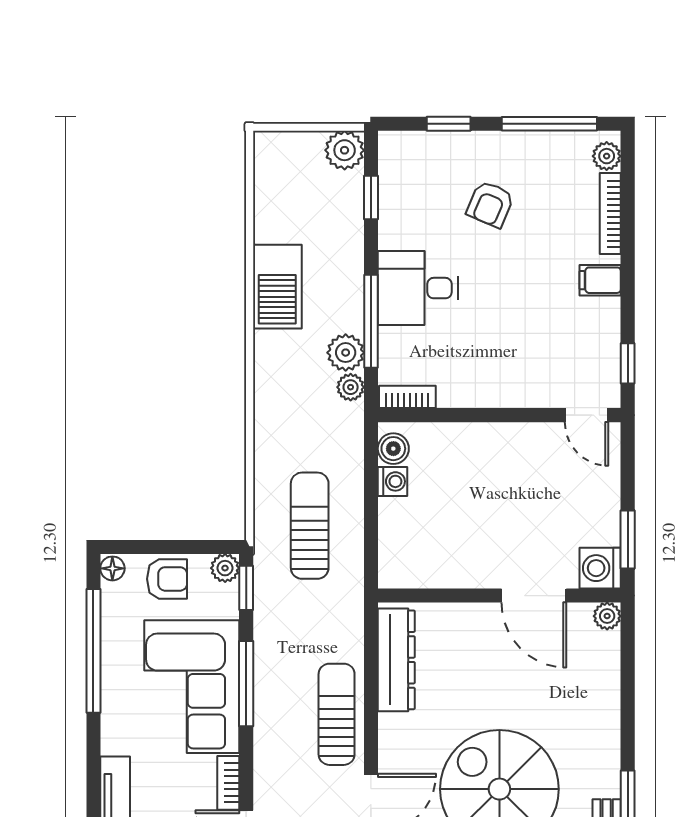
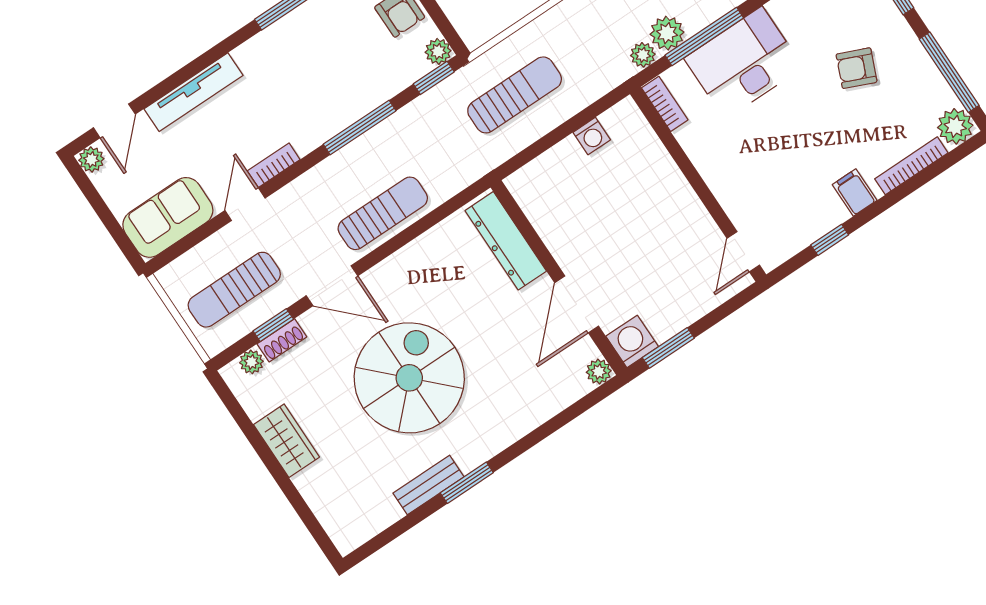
plant: (607, 156) -> (955, 126), width x1.38, depth x1.38
desk: (418, 288) -> (744, 63), width x1.37
window: (628, 363) -> (830, 240), moved
boiler: (393, 449) -> (617, 120), removed
dresser: (396, 660) -> (506, 241), moved, turned 90
corner sofa: (192, 687) -> (329, 87), removed

